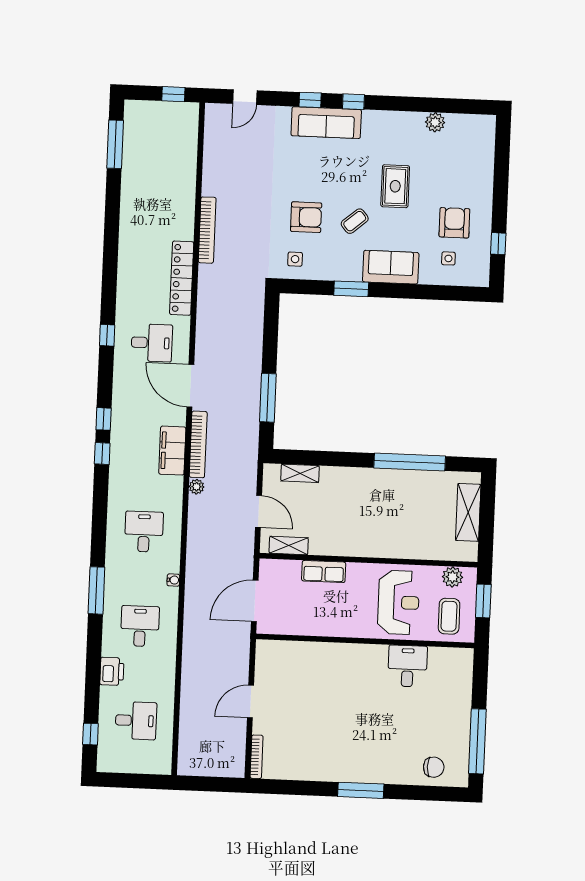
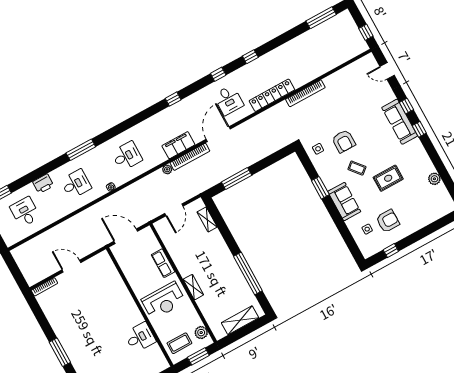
window: (102, 453) -> (250, 57), moved
shelving: (289, 545) -> (193, 287), moved
reception desk: (398, 602) -> (164, 301), moved
desk: (136, 721) -> (25, 212), turned 180

